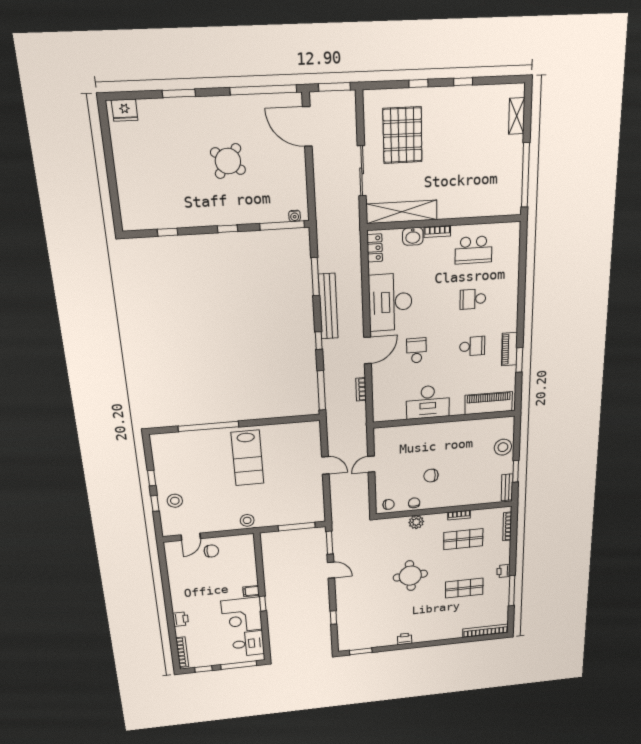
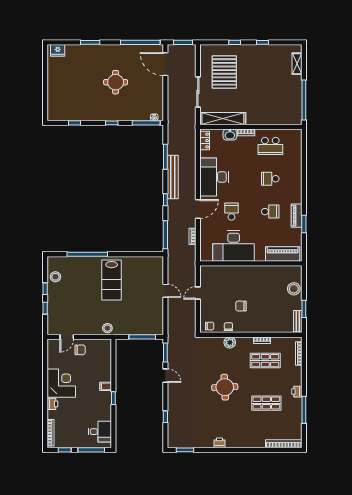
round table: (228, 161) -> (116, 82), turned -37
desk: (428, 402) -> (234, 246), width x1.36, depth x1.30
stool: (175, 501) -> (55, 277), moved
corner desk: (242, 615) -> (61, 383), moved, turned 180

